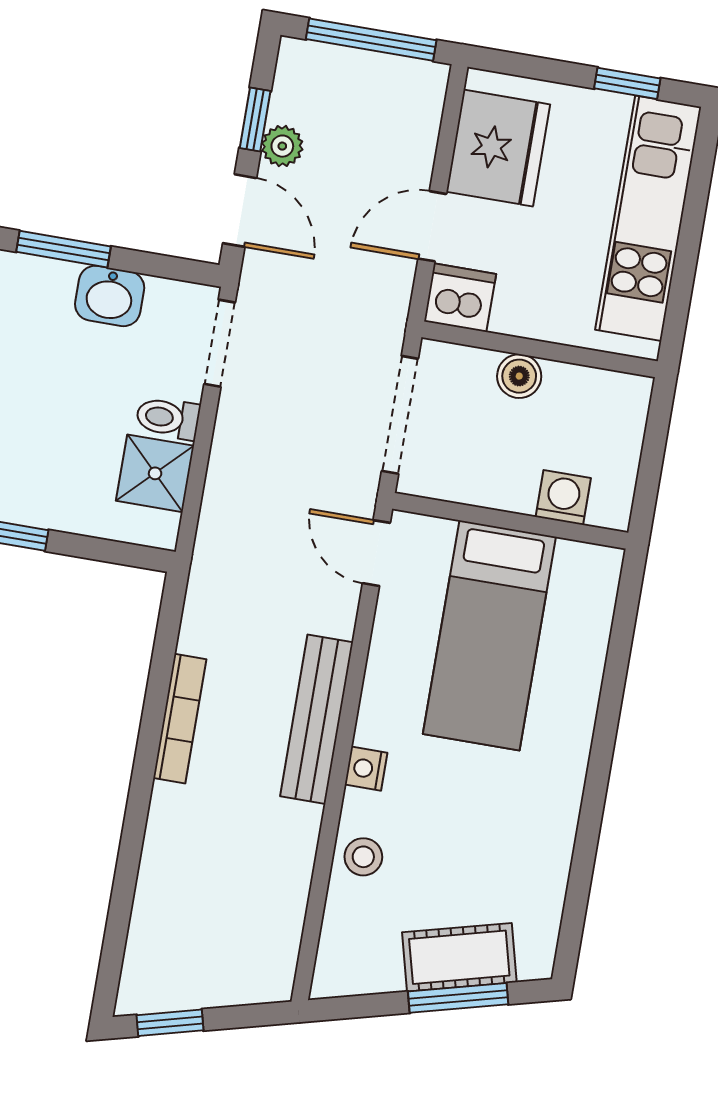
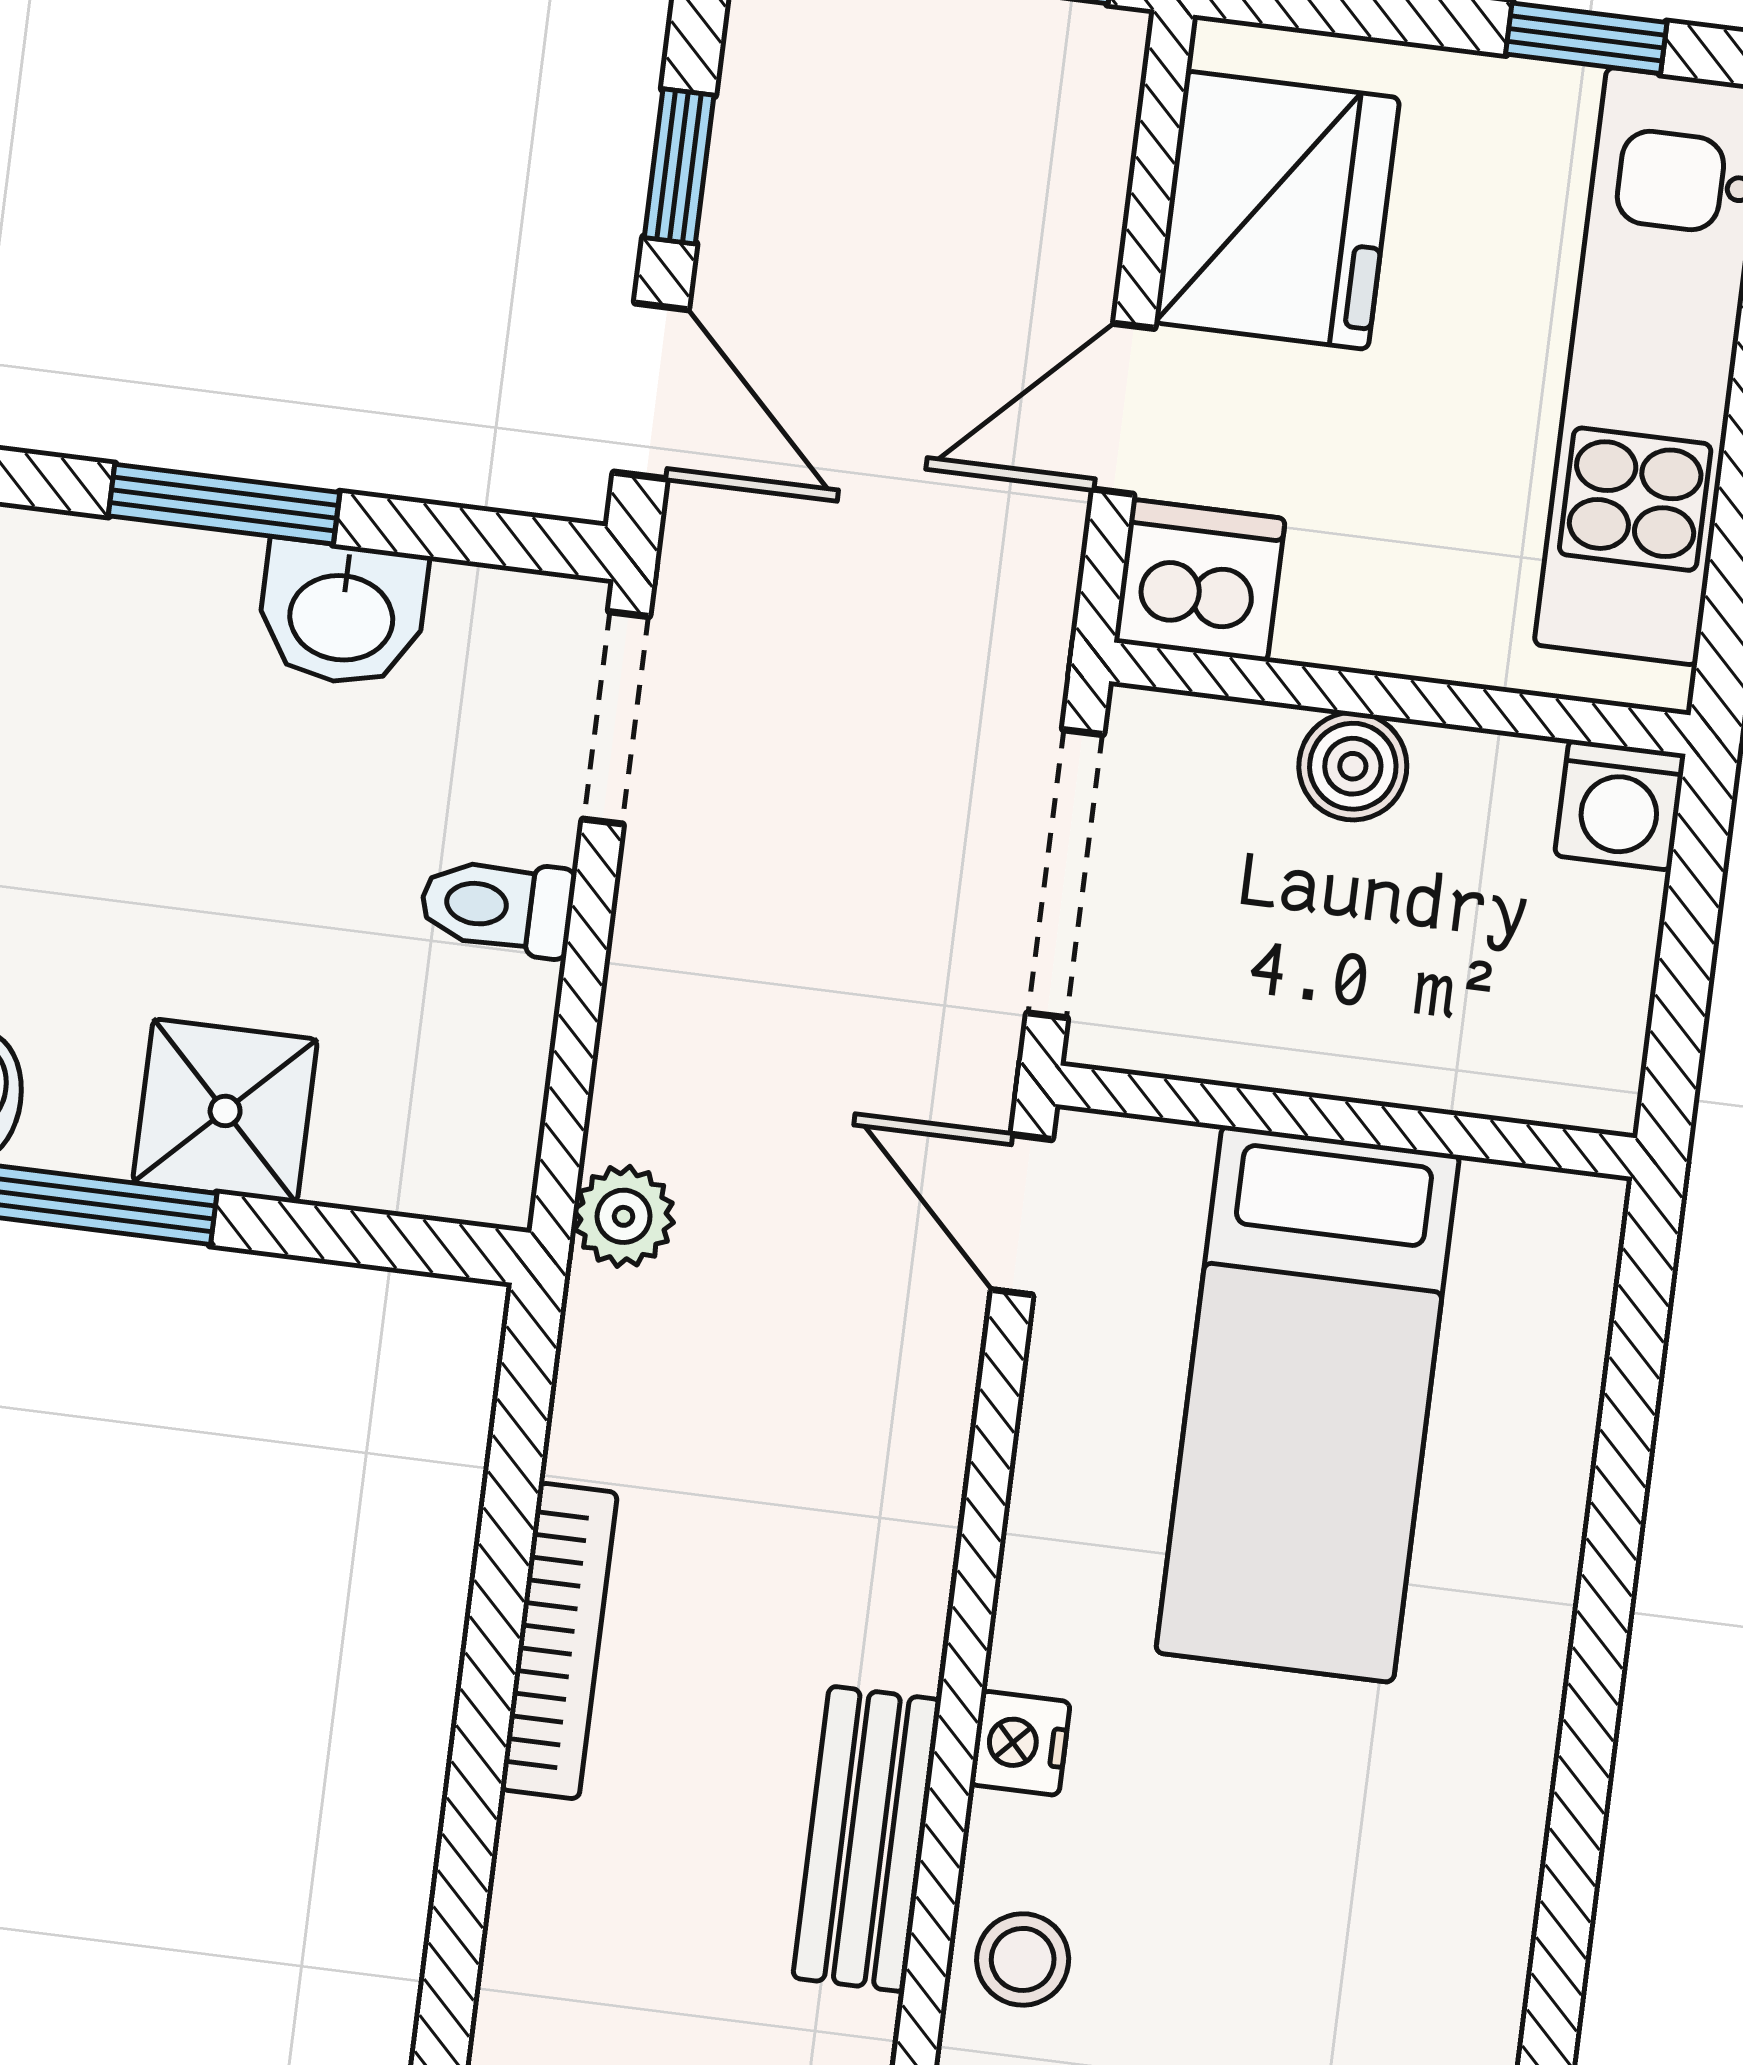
plant: (282, 146) -> (624, 1216), moved
shower: (155, 473) -> (225, 1111), moved
washing machine: (563, 497) -> (1620, 805), moved, turned 180
bench: (317, 719) -> (867, 1839), moved, width x0.73

